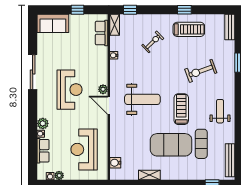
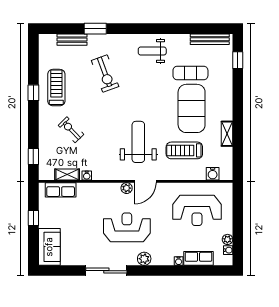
shelving: (115, 25) -> (67, 174), moved
bench: (230, 27) -> (72, 40), moved
treadmill: (181, 109) -> (184, 150), moved
plant: (43, 123) -> (144, 259), moved

